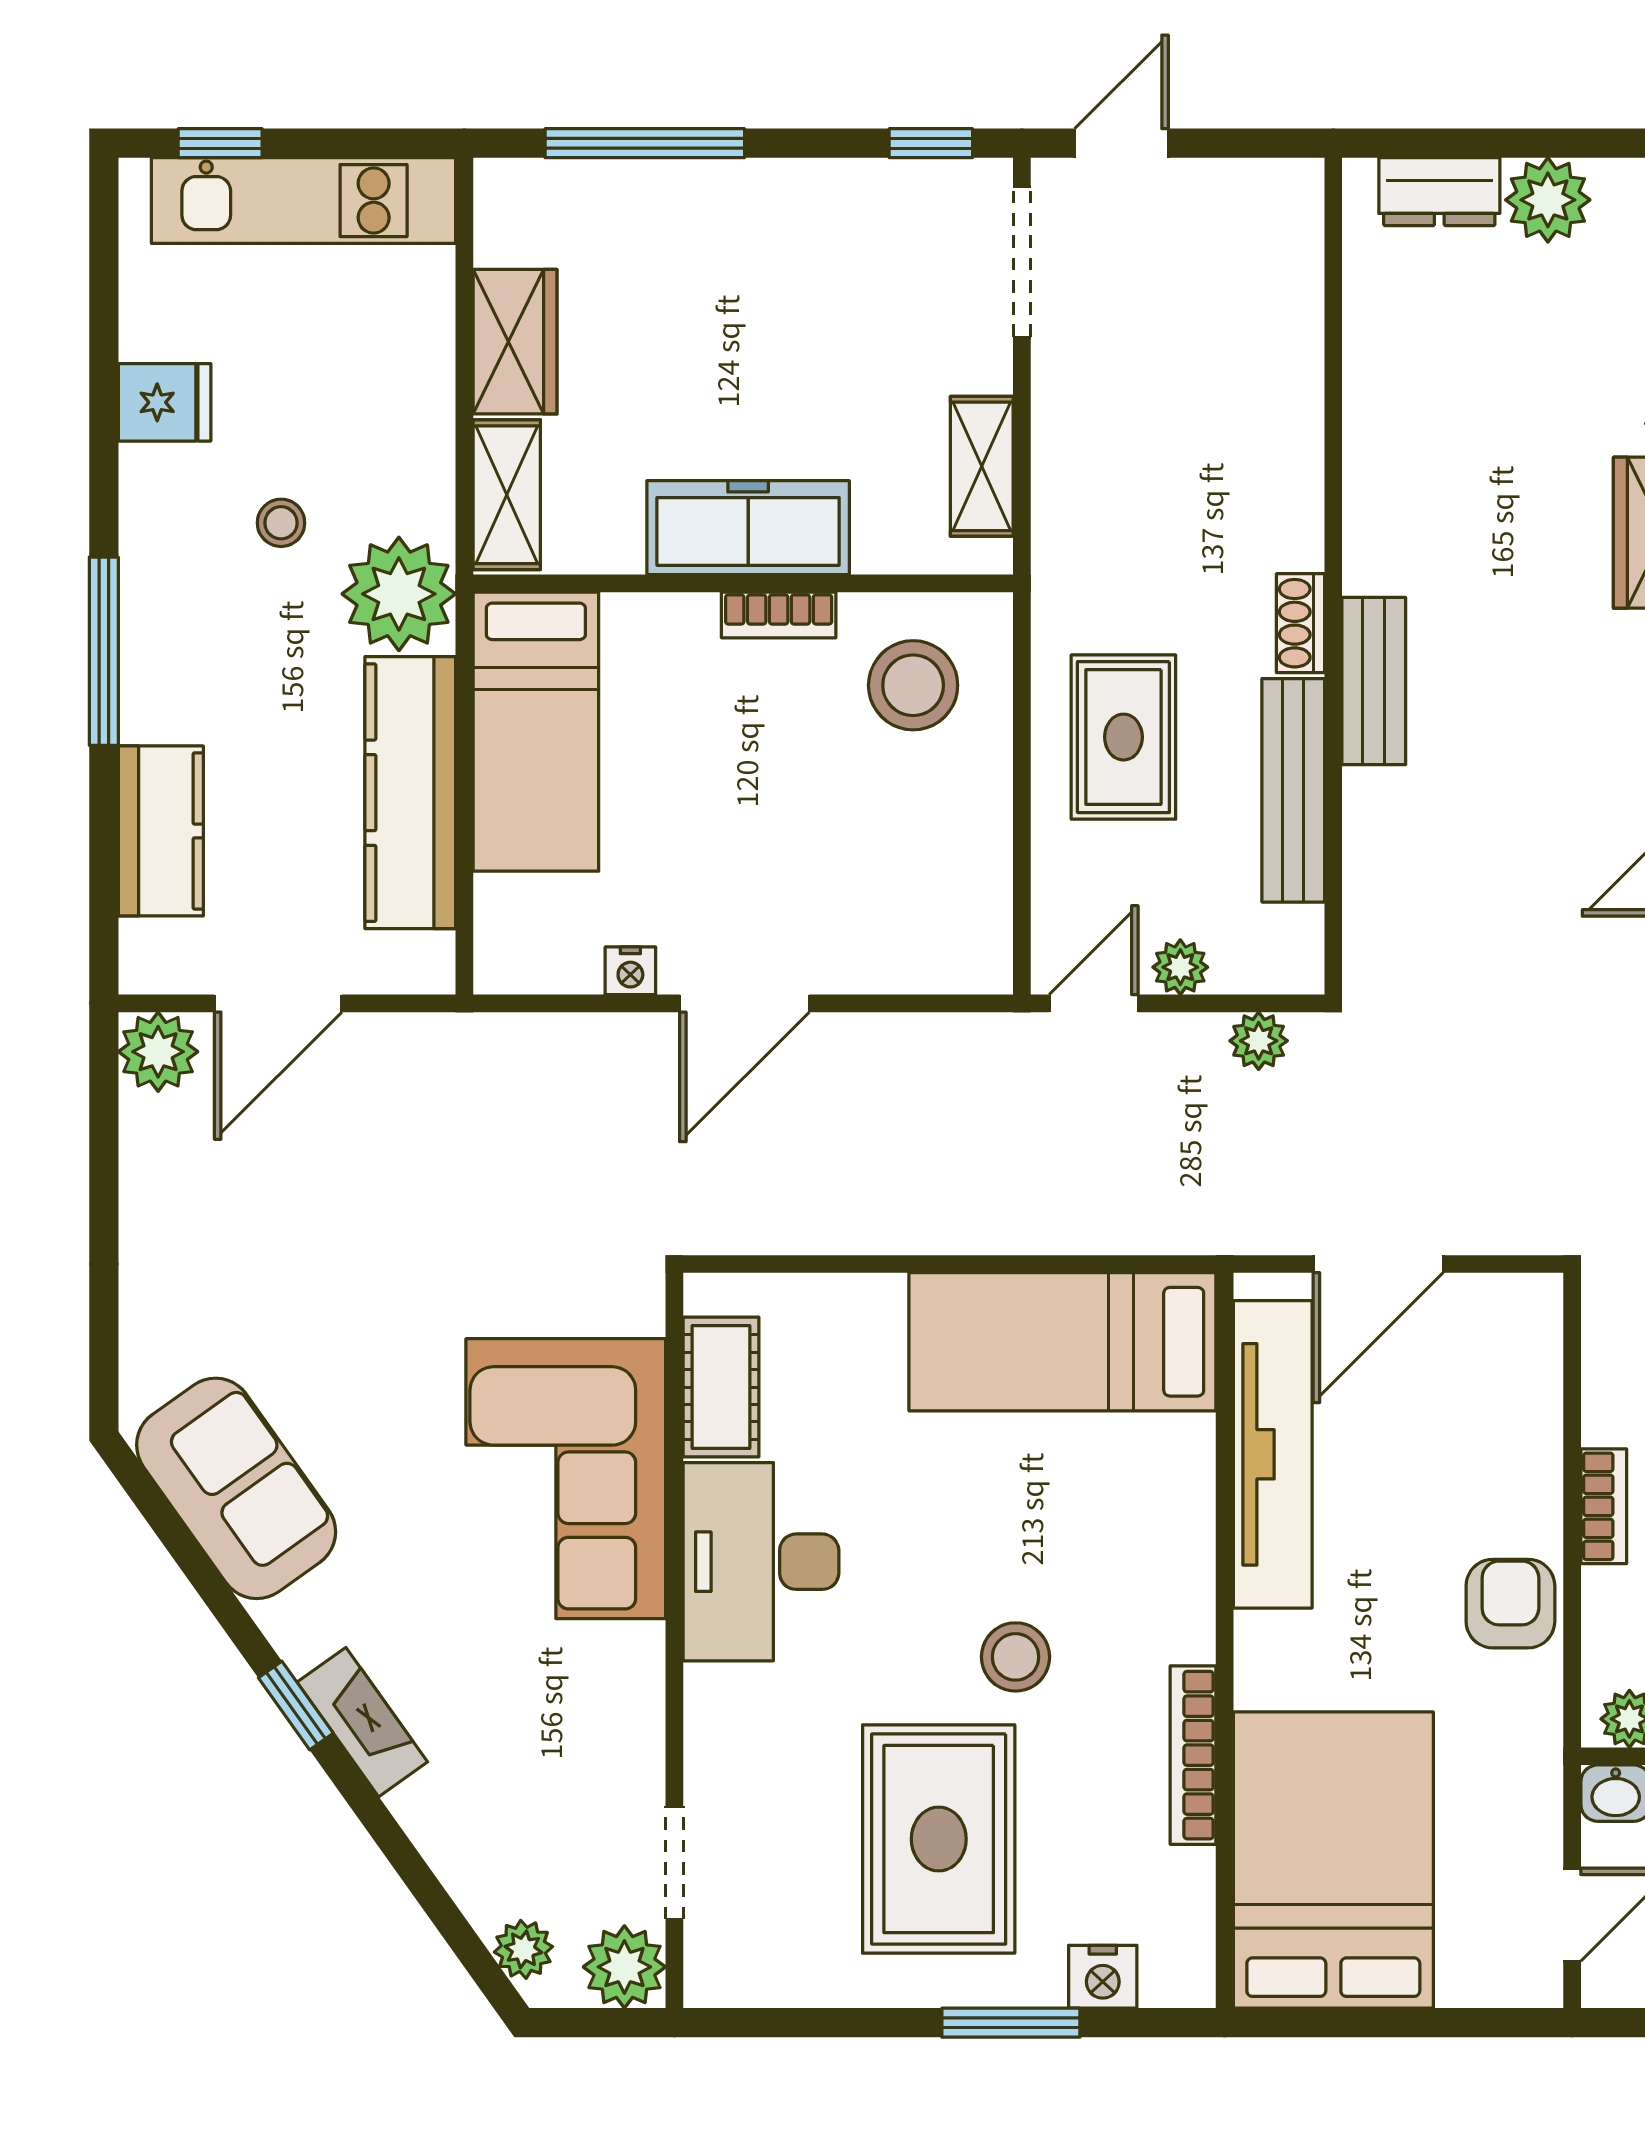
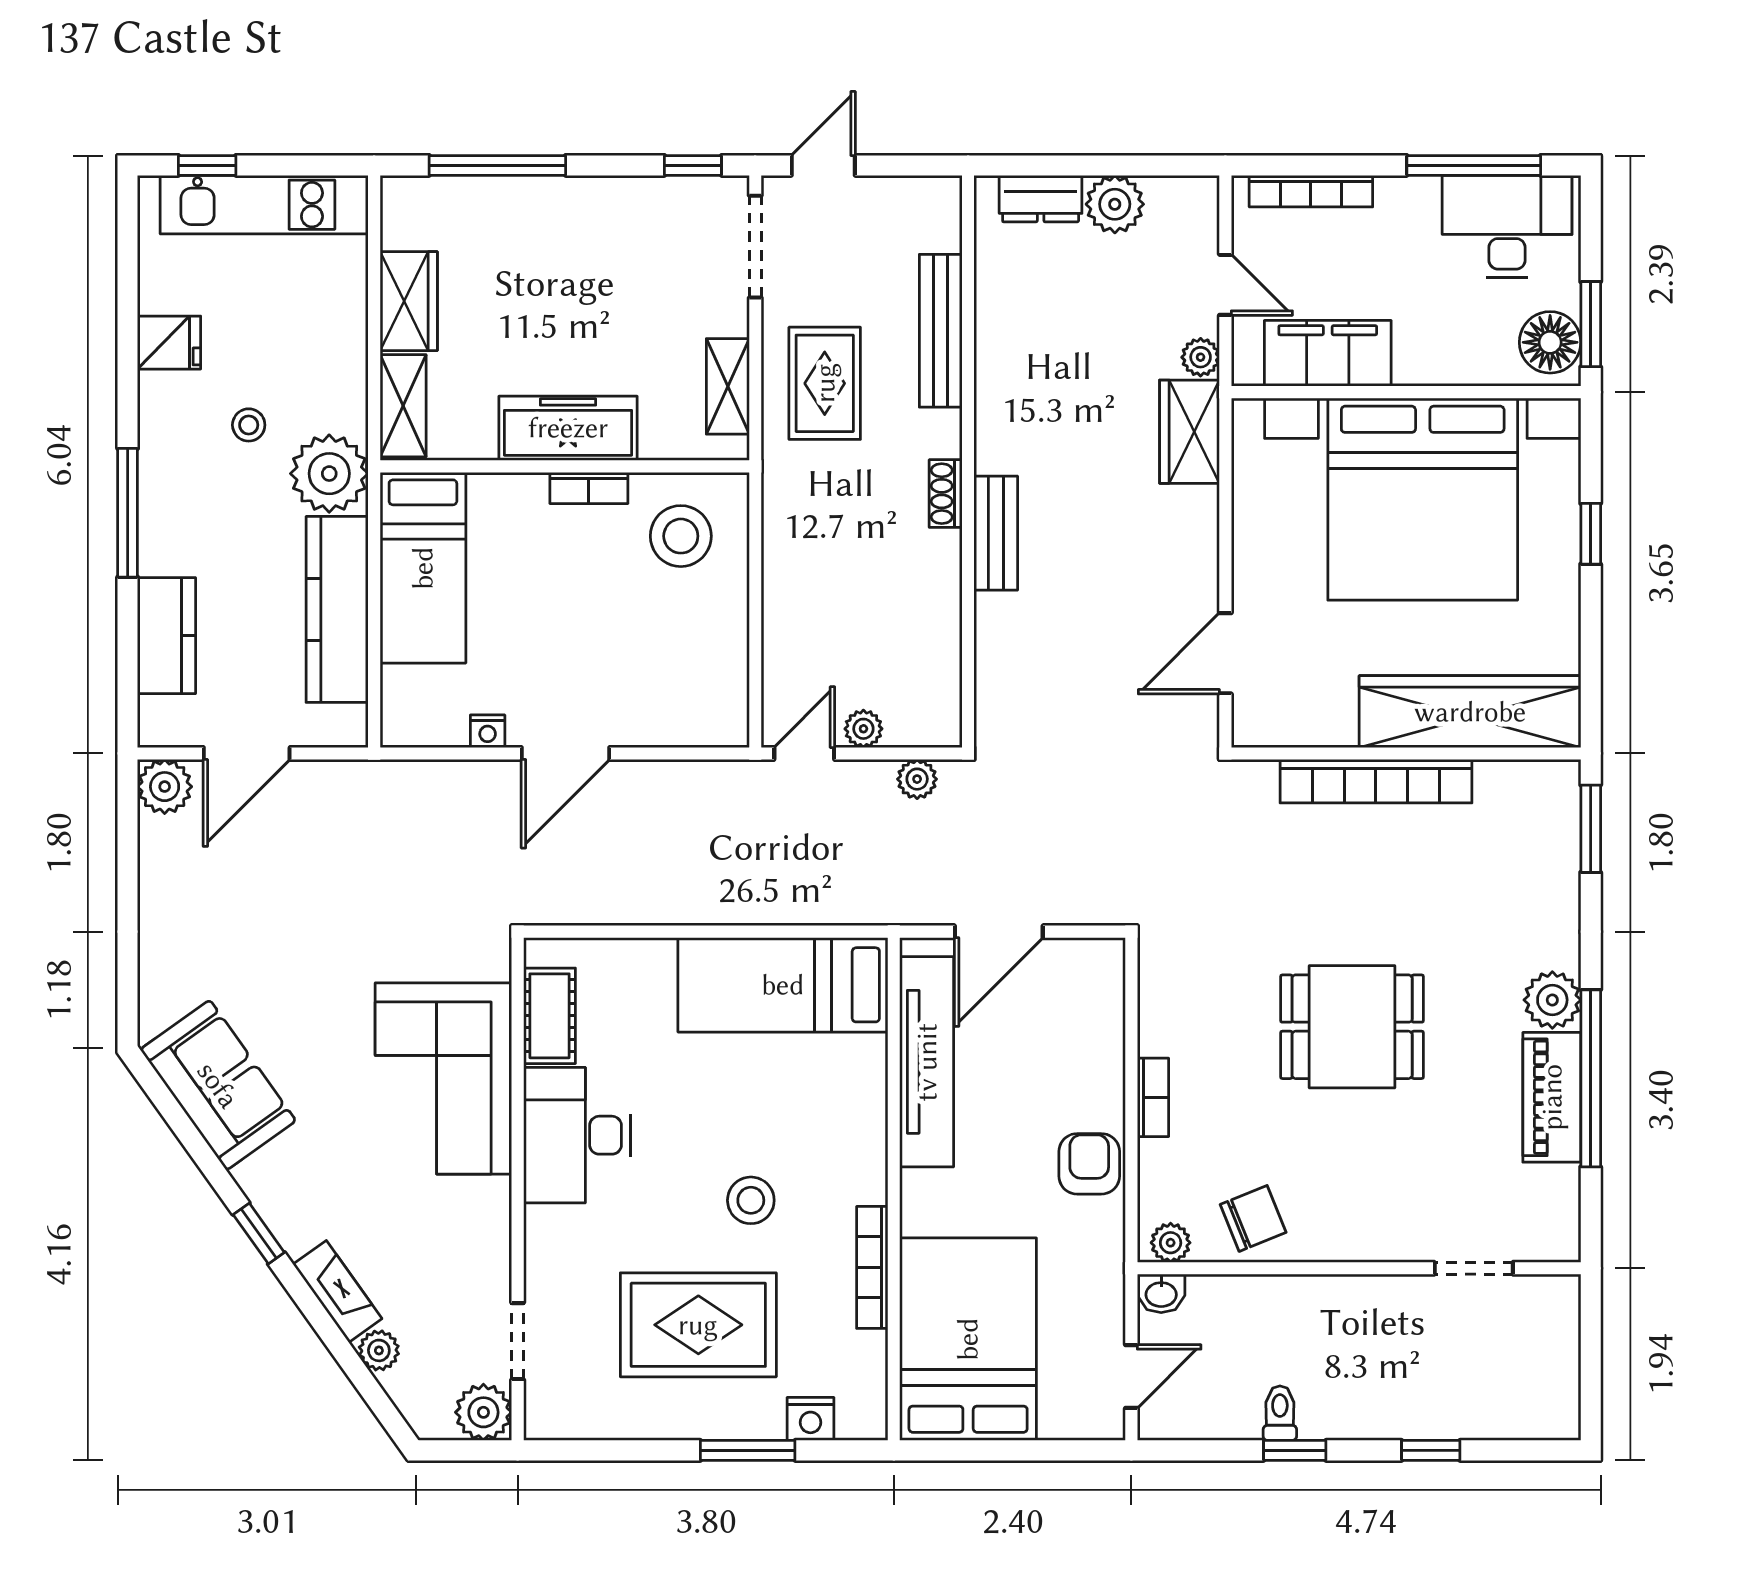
rug: (1123, 737) -> (825, 383), moved
bench: (1293, 790) -> (941, 331), moved
fireplace: (362, 1722) -> (337, 1291), moved
rug: (939, 1839) -> (698, 1325), turned 90
plant: (523, 1949) -> (379, 1350), moved

